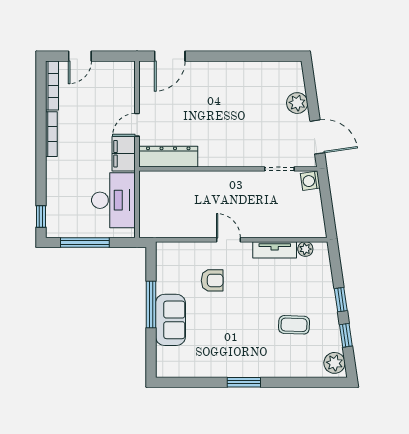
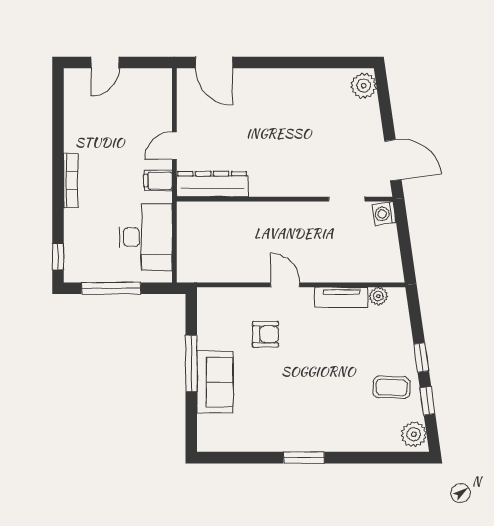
door: (170, 56) -> (214, 62), hinge flipped
bookcase: (52, 86) -> (71, 98), removed
plant: (297, 103) -> (364, 86), moved
bookcase: (51, 134) -> (71, 181), moved
filing cabinet: (124, 154) -> (158, 181), width x0.50
coffee table: (294, 325) -> (392, 387), moved

